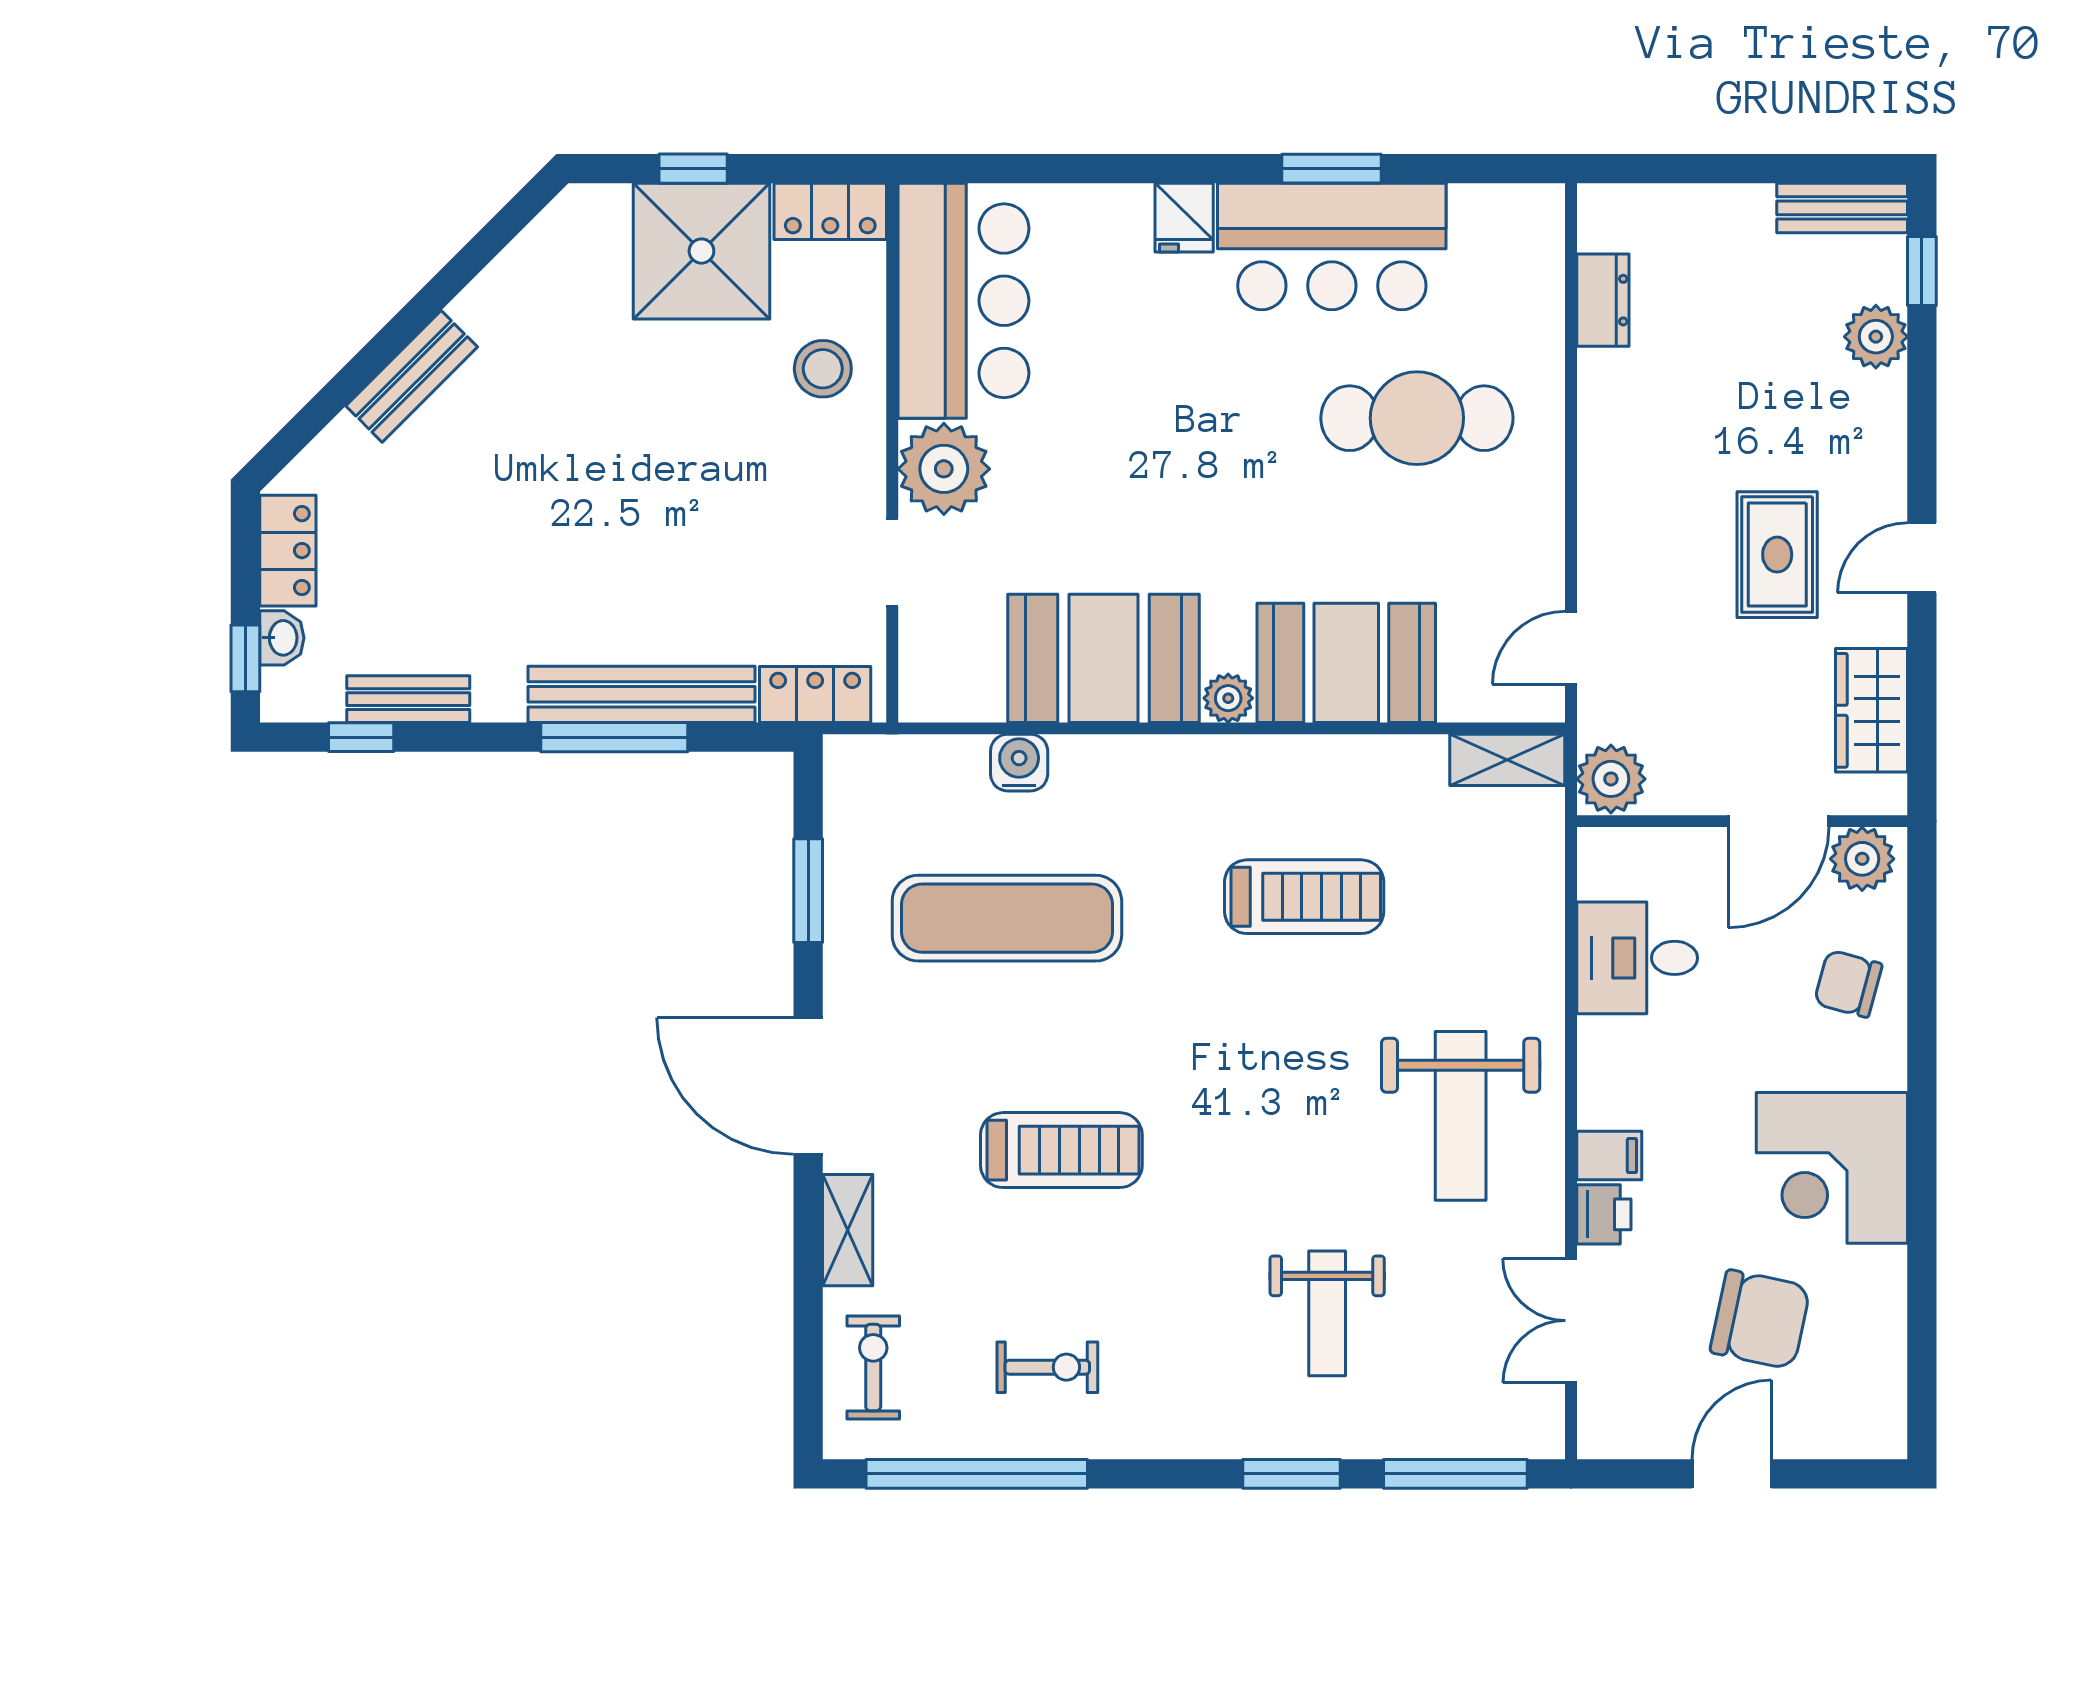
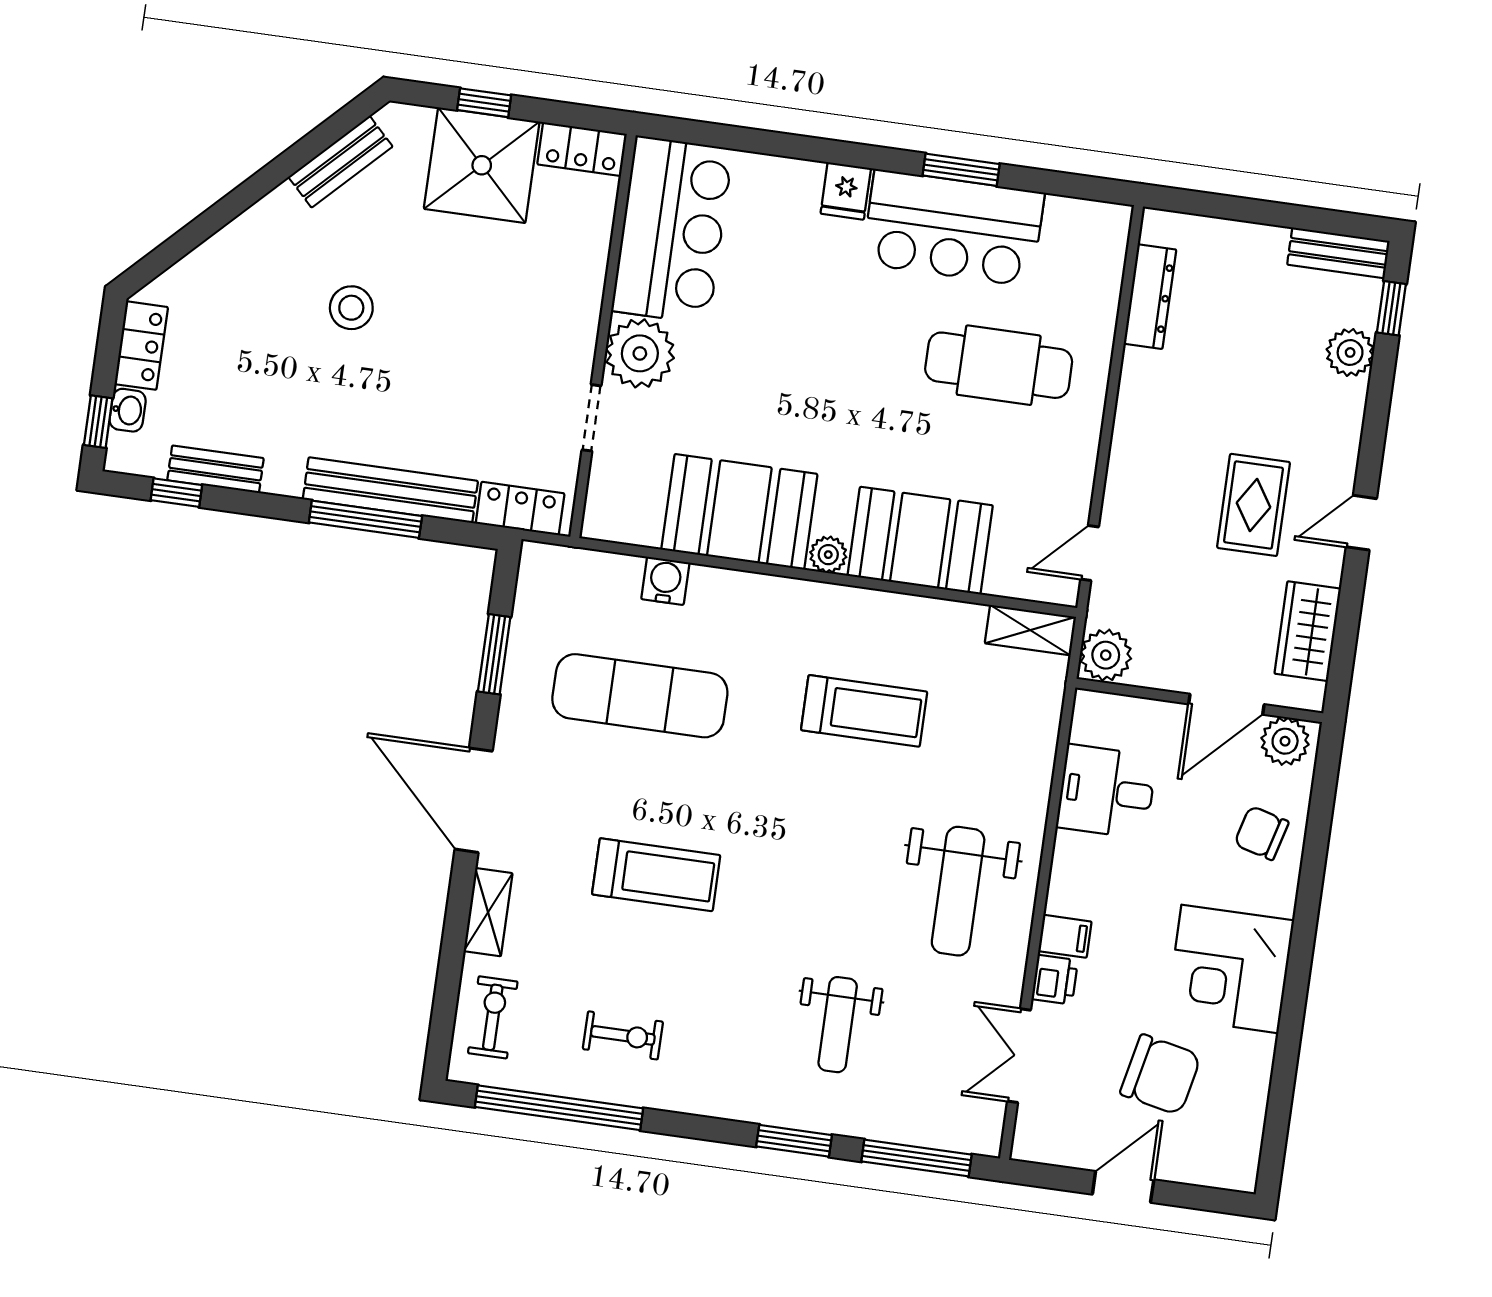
dresser: (1603, 300) -> (1150, 297), width x1.44
stool: (823, 369) -> (351, 308), moved
bench: (412, 376) -> (340, 162), moved

